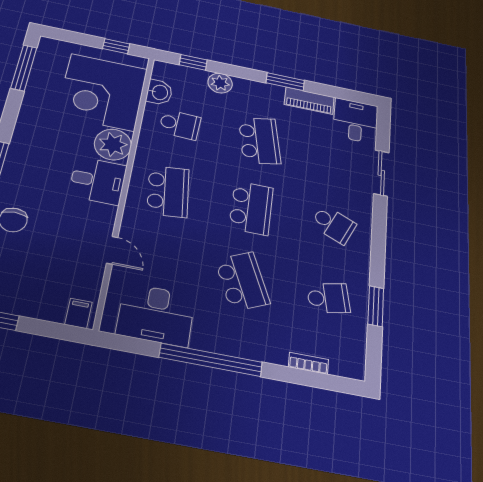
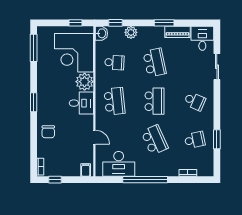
washbasin: (159, 92) -> (101, 33), moved

